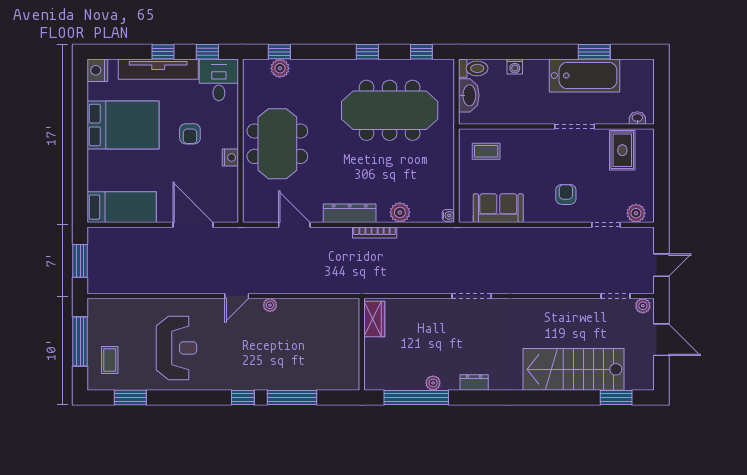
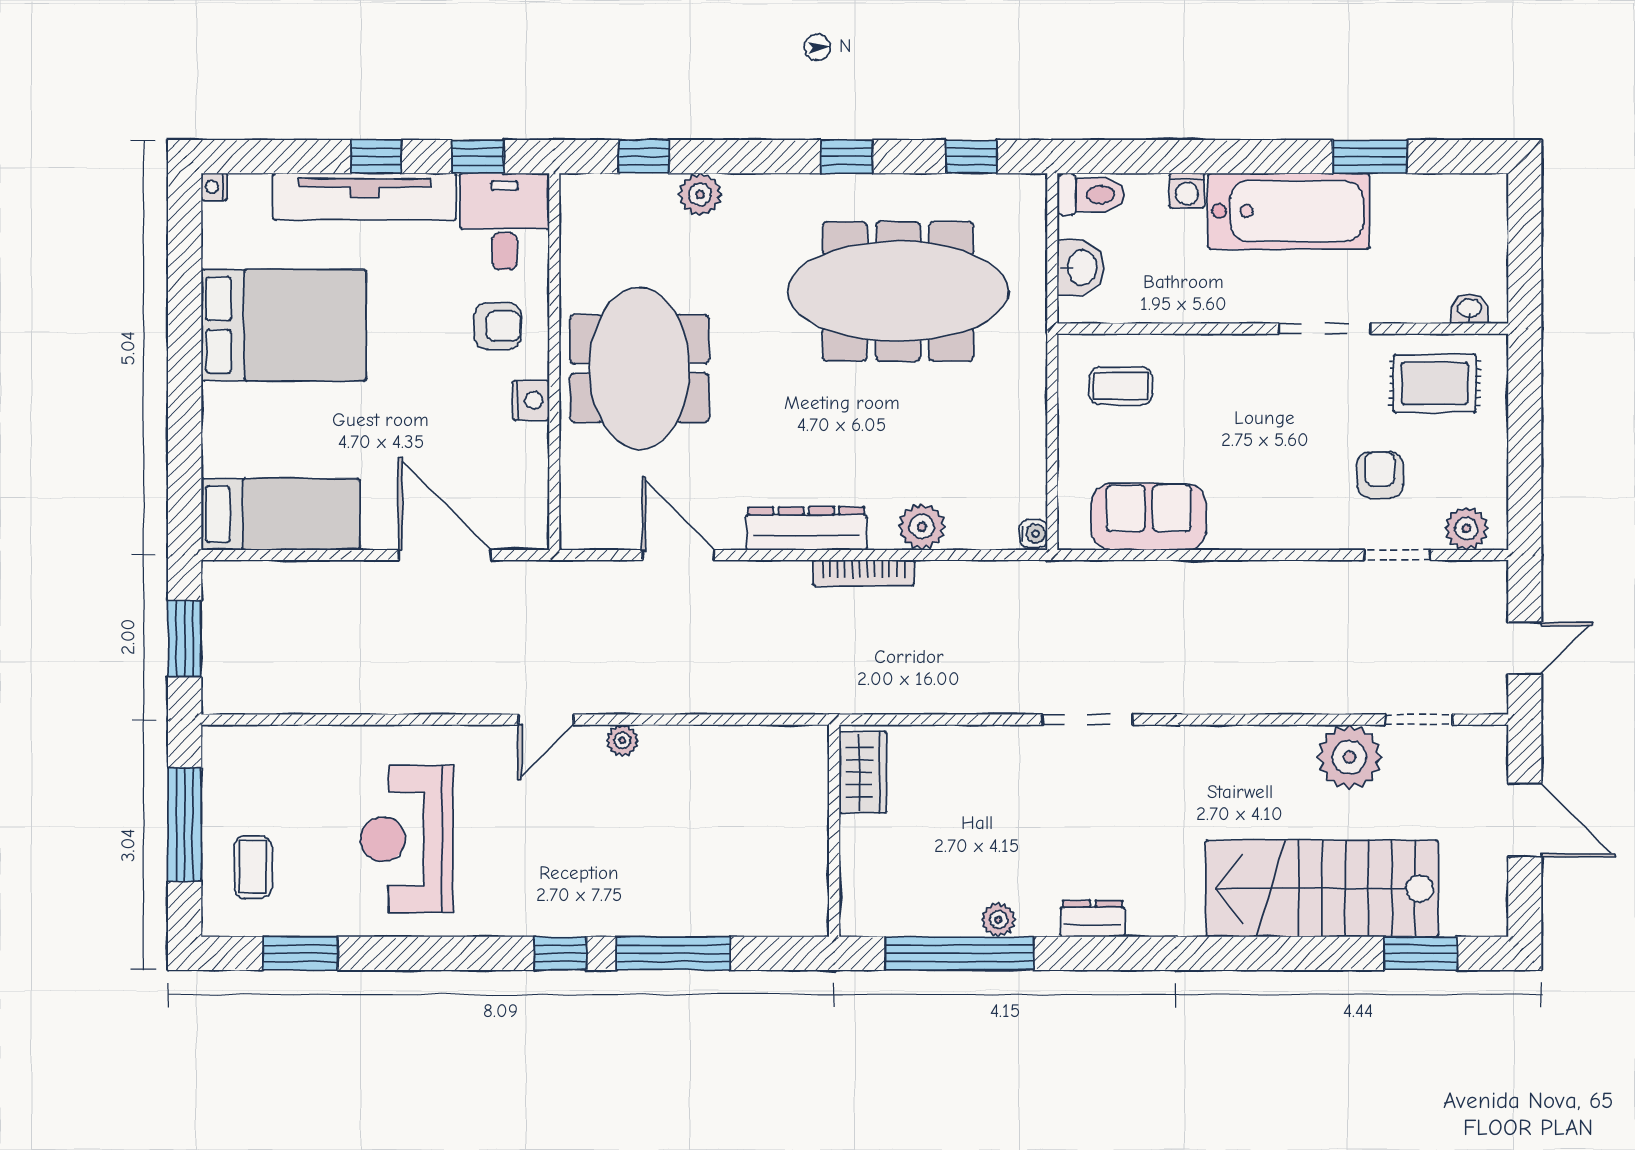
plant: (280, 68) -> (700, 194), moved
nightstand: (97, 70) -> (214, 187), width x0.53, depth x0.56
bathtub: (584, 75) -> (1289, 211), moved
washbasin: (469, 95) -> (1081, 268), width x0.72
armchair: (190, 134) -> (498, 326), moved, turned -90
rug: (622, 150) -> (1435, 383), turned 90
armchair: (566, 194) -> (1380, 475), moved
plant: (643, 306) -> (1349, 757), moved, width x1.88, depth x1.88
reception desk: (176, 348) -> (407, 839), turned 180

